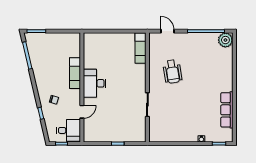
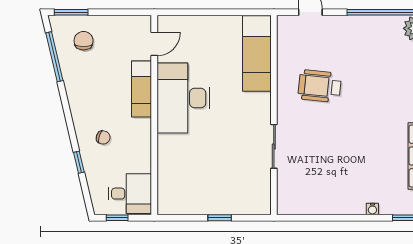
chair: (43, 47) -> (84, 41), added
exam couch: (141, 48) -> (257, 53), width x1.36, depth x1.45
wheelchair: (172, 72) -> (320, 86), turned 105
desk: (95, 83) -> (183, 98), width x1.36, depth x1.30
door: (82, 112) -> (154, 44), moved

